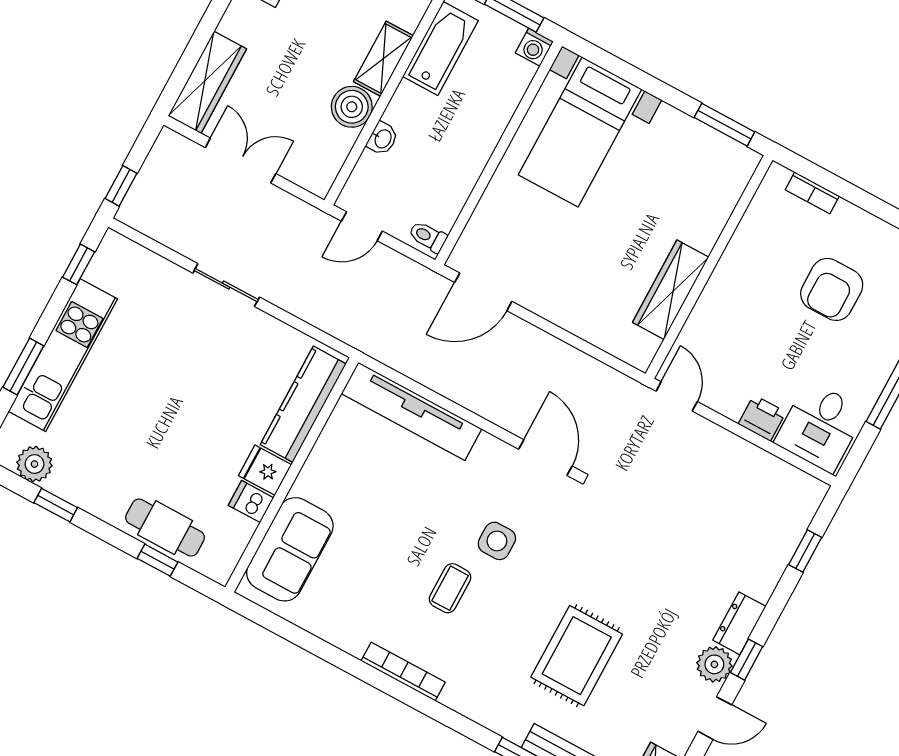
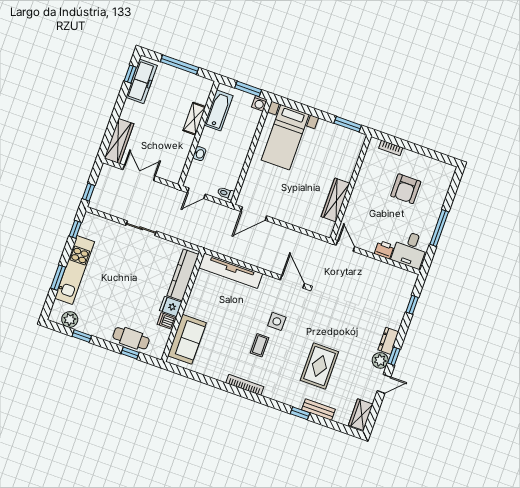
boiler: (352, 107) -> (184, 142), removed

